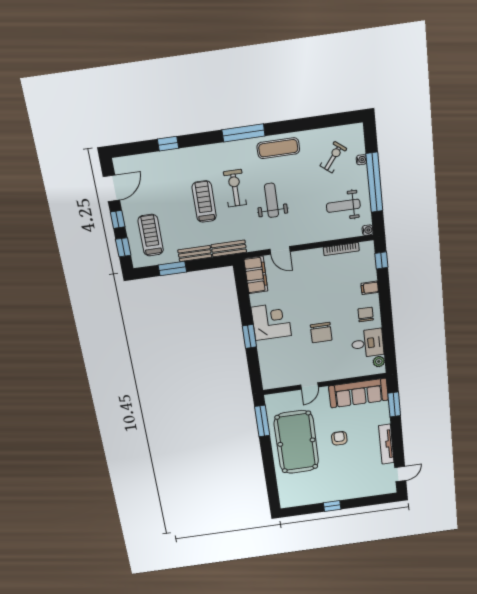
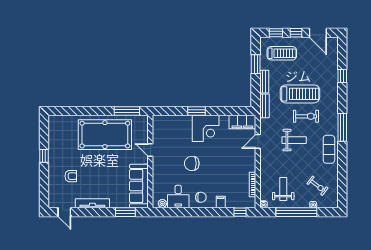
treadmill: (204, 202) -> (300, 94), width x1.37, depth x1.37
armchair: (339, 438) -> (71, 176), moved

